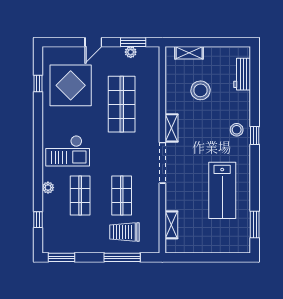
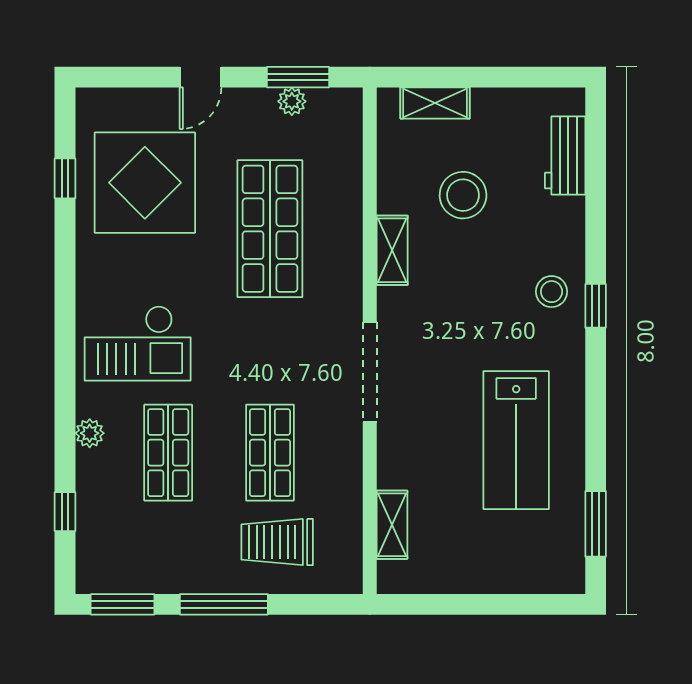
shelving: (172, 128) -> (392, 250), moved
window: (122, 257) -> (224, 604), moved

